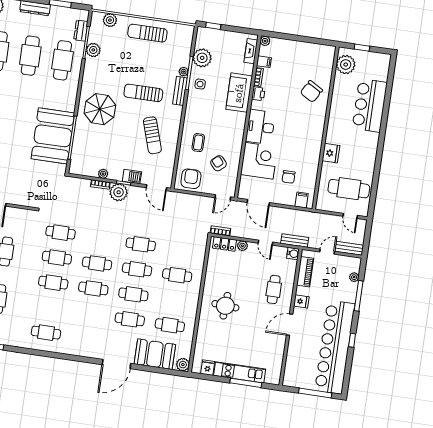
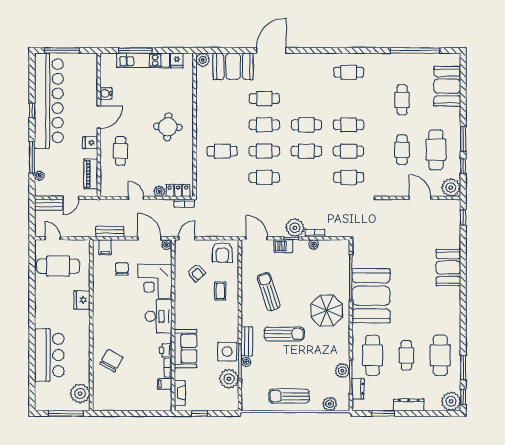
window: (213, 26) -> (200, 413), moved
sun lounger: (147, 33) -> (289, 396), turned 180
plant: (265, 41) -> (167, 245), moved
window: (362, 48) -> (66, 413), width x2.17
cafe table: (30, 56) -> (406, 355), width x0.73, depth x0.74
side table: (200, 84) -> (227, 352), width x1.87, depth x1.87
booth: (53, 136) -> (371, 296), moved
bench: (295, 241) -> (110, 232), moved
water cooler: (293, 254) -> (106, 93), moved
cafe table: (170, 325) -> (222, 99), removed

